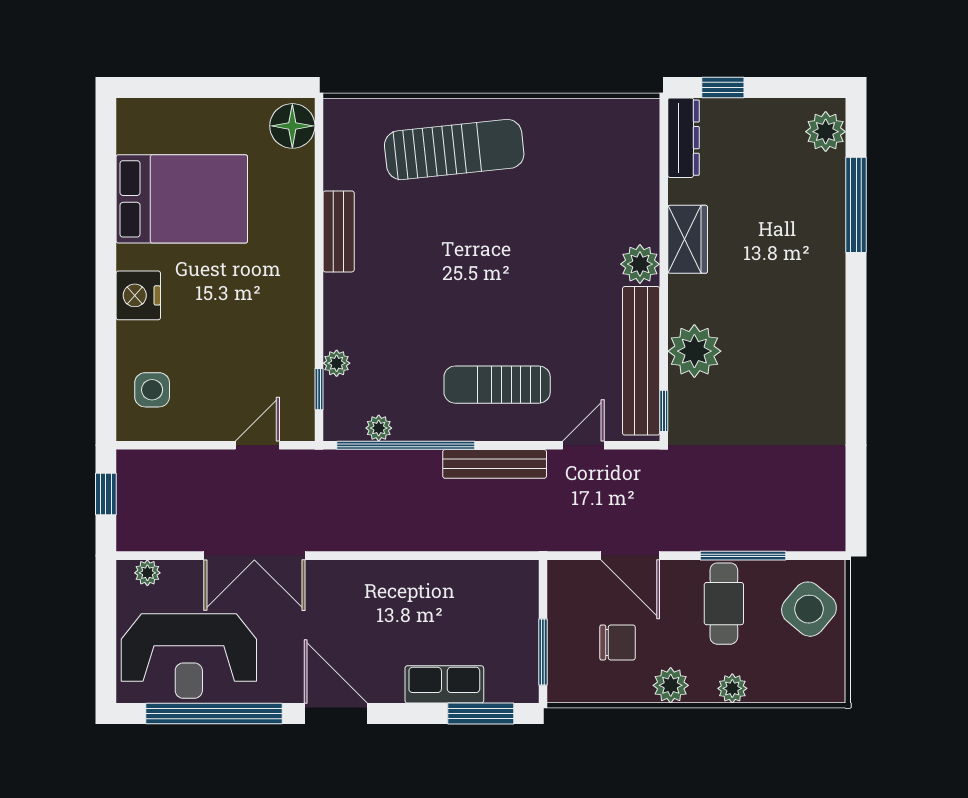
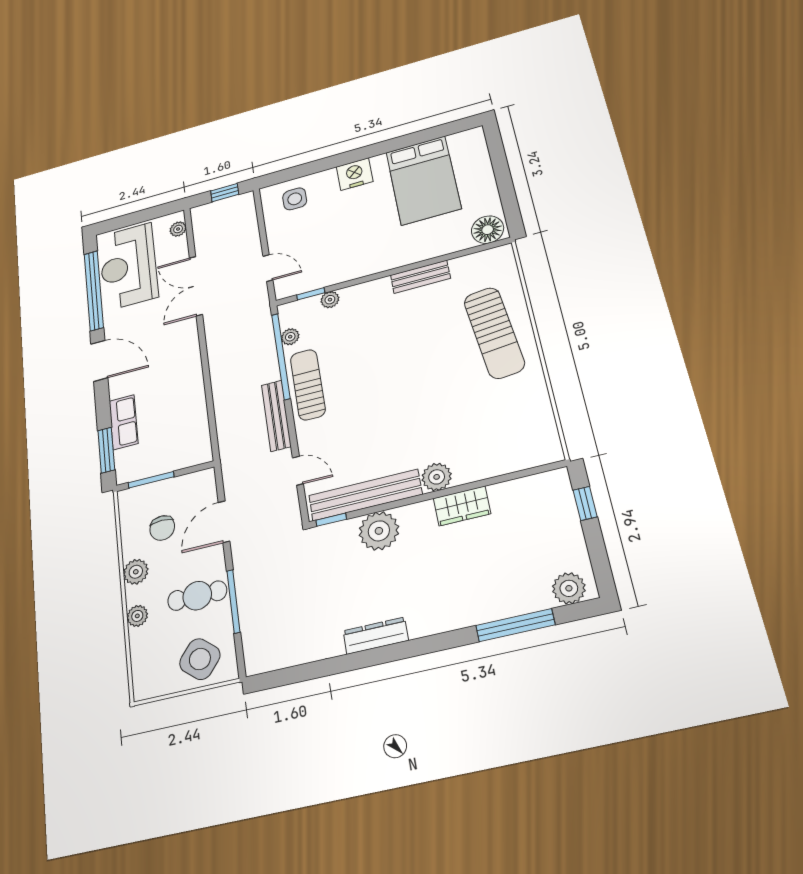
dresser: (683, 138) -> (376, 636), moved, turned 180
sun lounger: (497, 385) -> (308, 385), moved
door: (336, 714) -> (99, 361), hinge flipped

